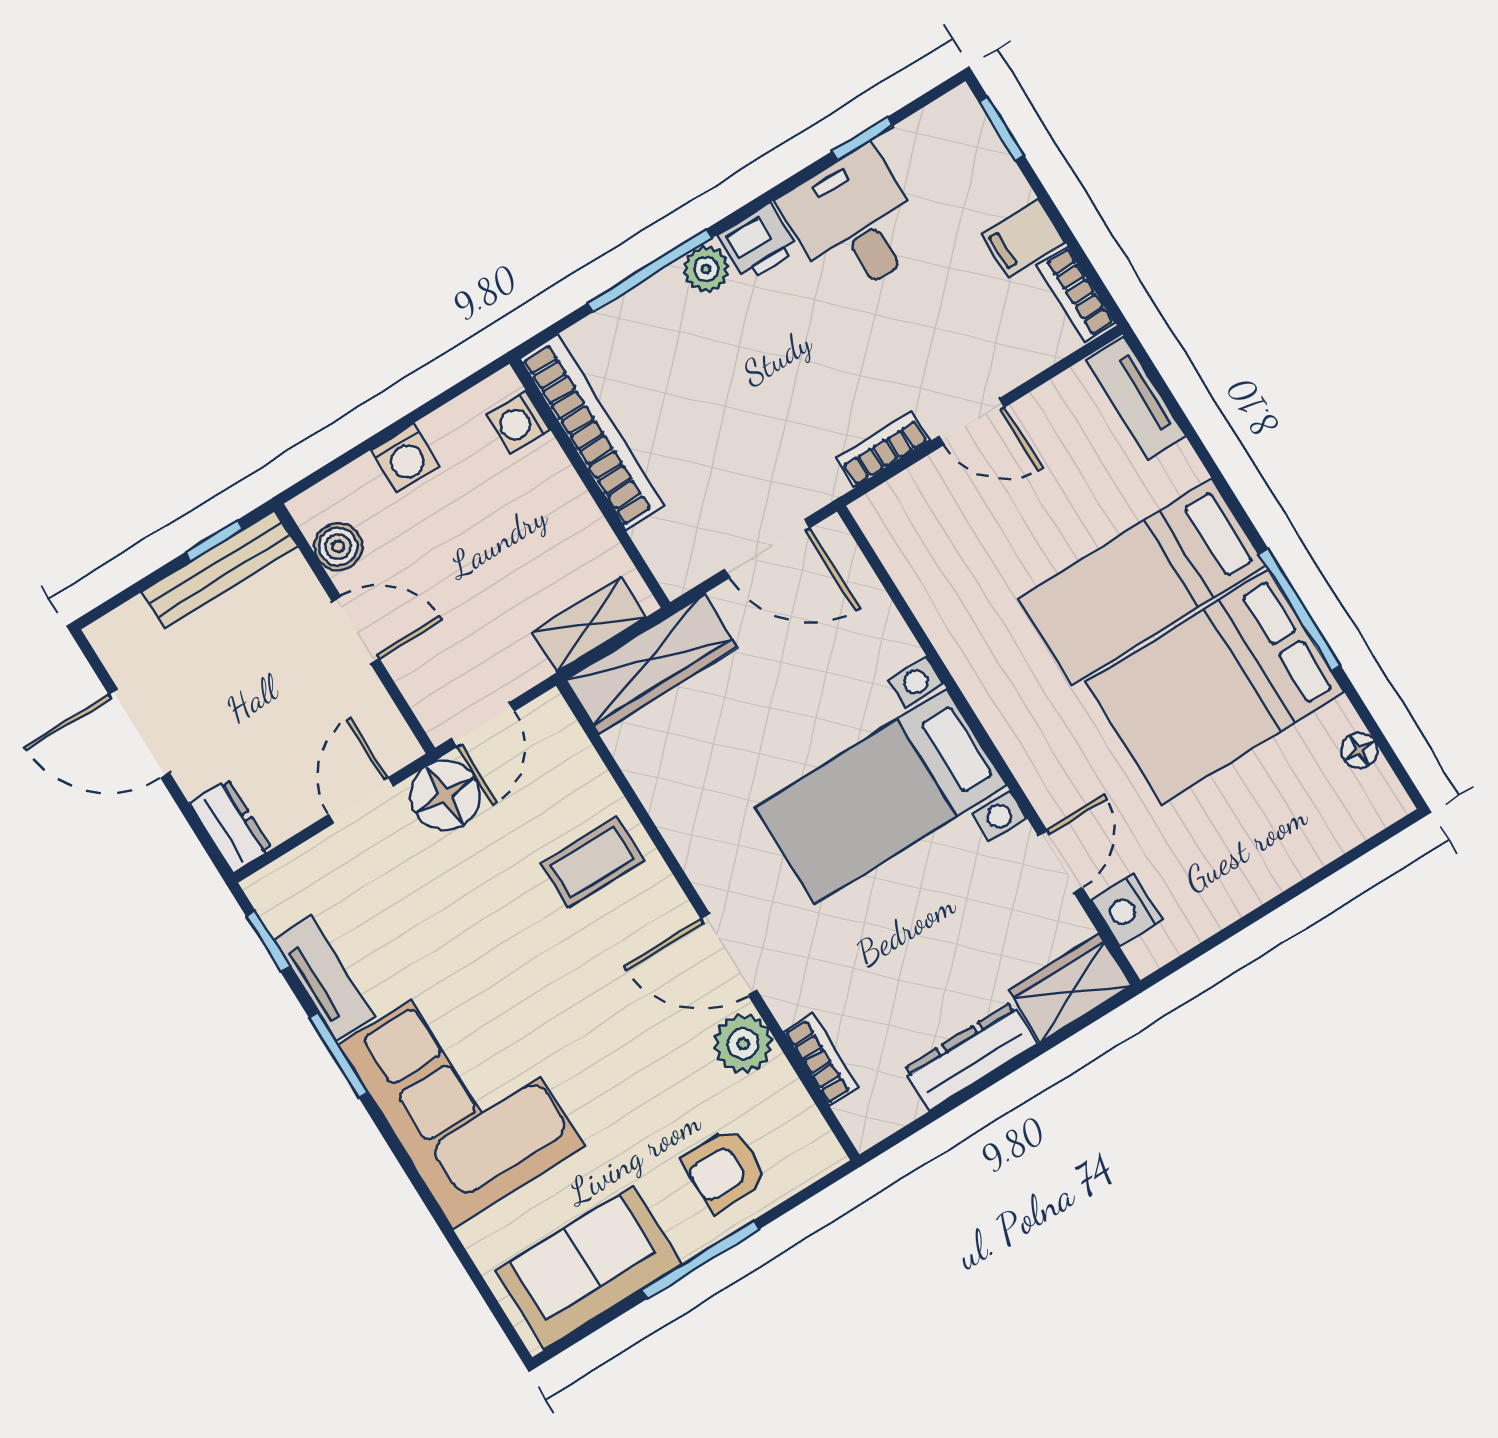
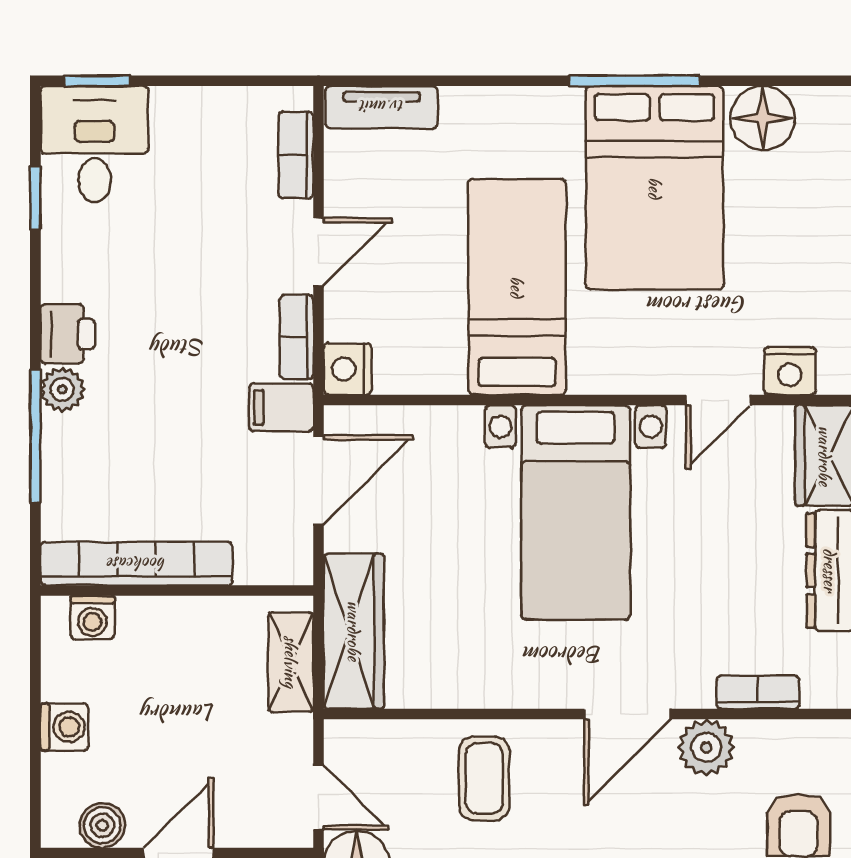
desk: (854, 222) -> (94, 144), moved, turned 90
filing cabinet: (1023, 238) -> (281, 407), moved, turned 90
bookcase: (1076, 294) -> (296, 155), moved, turned 90
nightstand: (883, 513) -> (347, 369), added
bed: (1142, 582) -> (517, 287), moved, turned 180
floor lamp: (1359, 750) -> (763, 118), width x1.89, depth x1.89
door: (1060, 861) -> (718, 400), swing flipped

